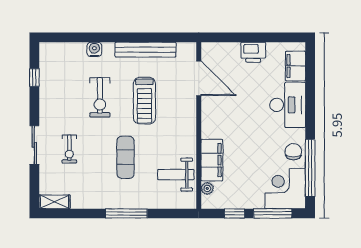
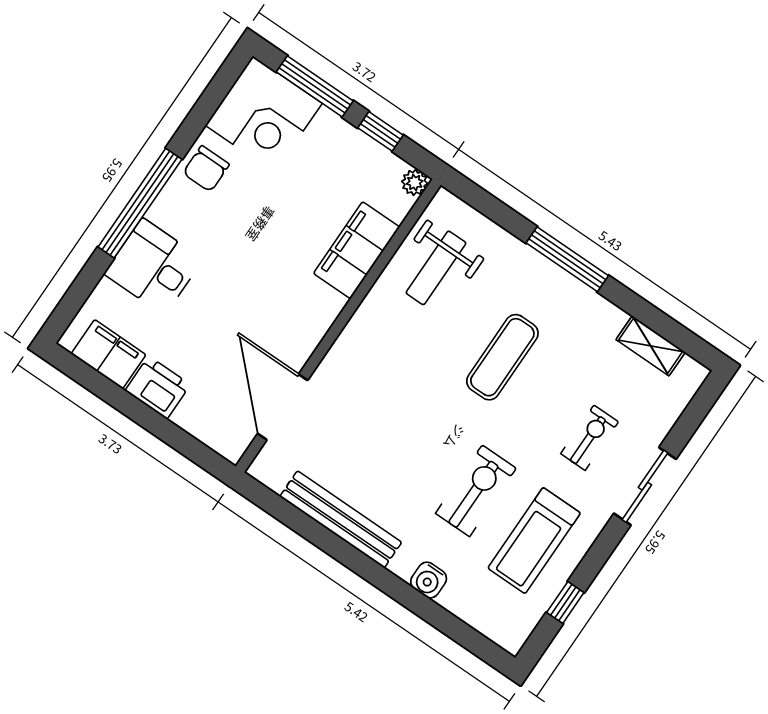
filing cabinet: (295, 66) -> (109, 354), moved, turned -90
treadmill: (144, 101) -> (534, 541), moved, turned 180
desk: (288, 105) -> (153, 267), width x0.73
window: (310, 168) -> (140, 203), moved
weight bench: (176, 175) -> (436, 268), turned 90
plant: (207, 188) -> (415, 182), moved
shelving: (54, 202) -> (651, 346), moved

